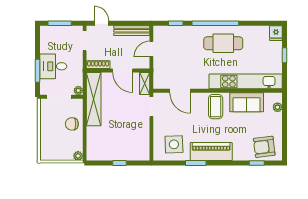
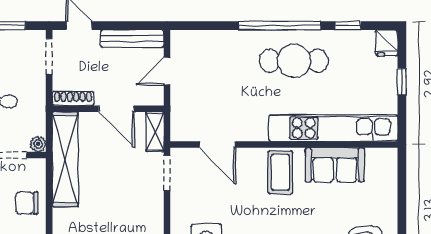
window: (176, 23) -> (348, 26), moved
plant: (278, 107) -> (389, 174), removed

